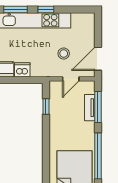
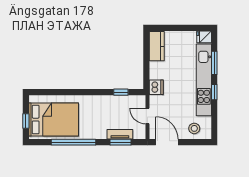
stool: (64, 54) -> (194, 128), moved
dishwasher: (22, 70) -> (156, 87), moved
window: (98, 107) -> (120, 142), width x0.69

